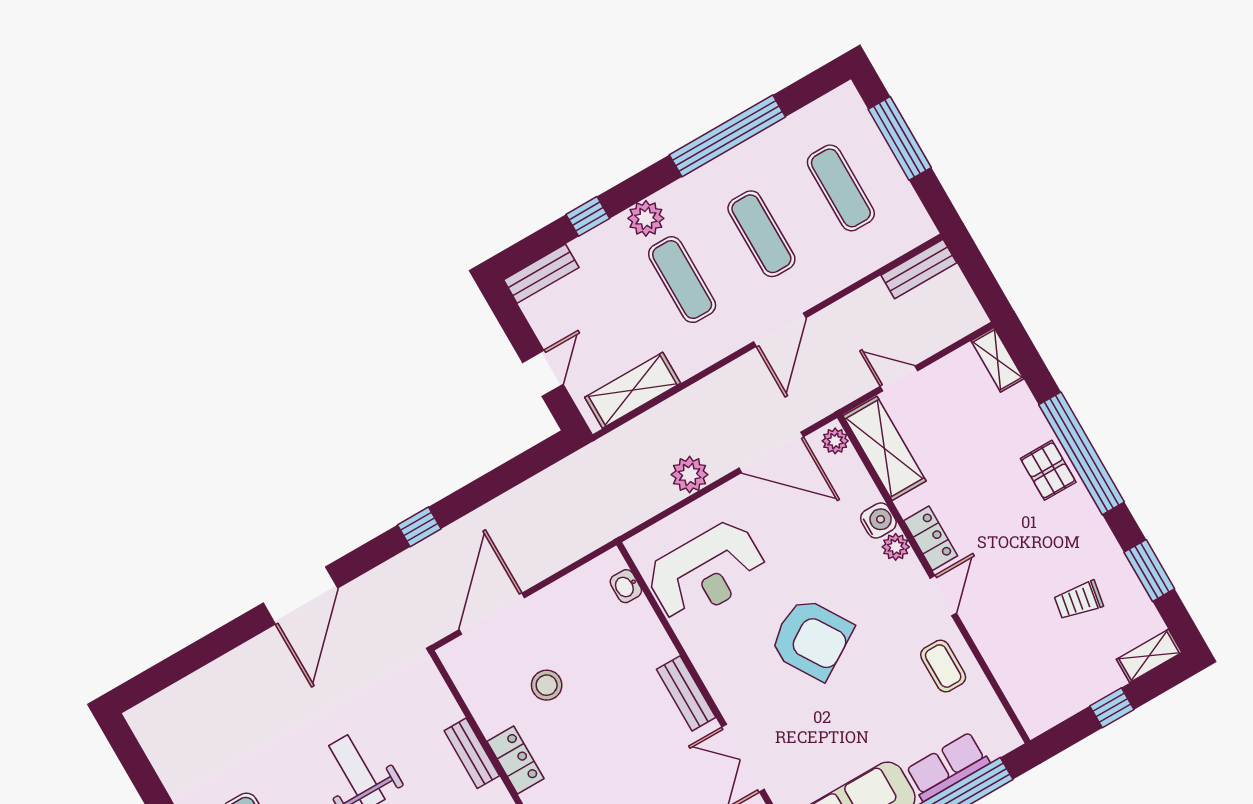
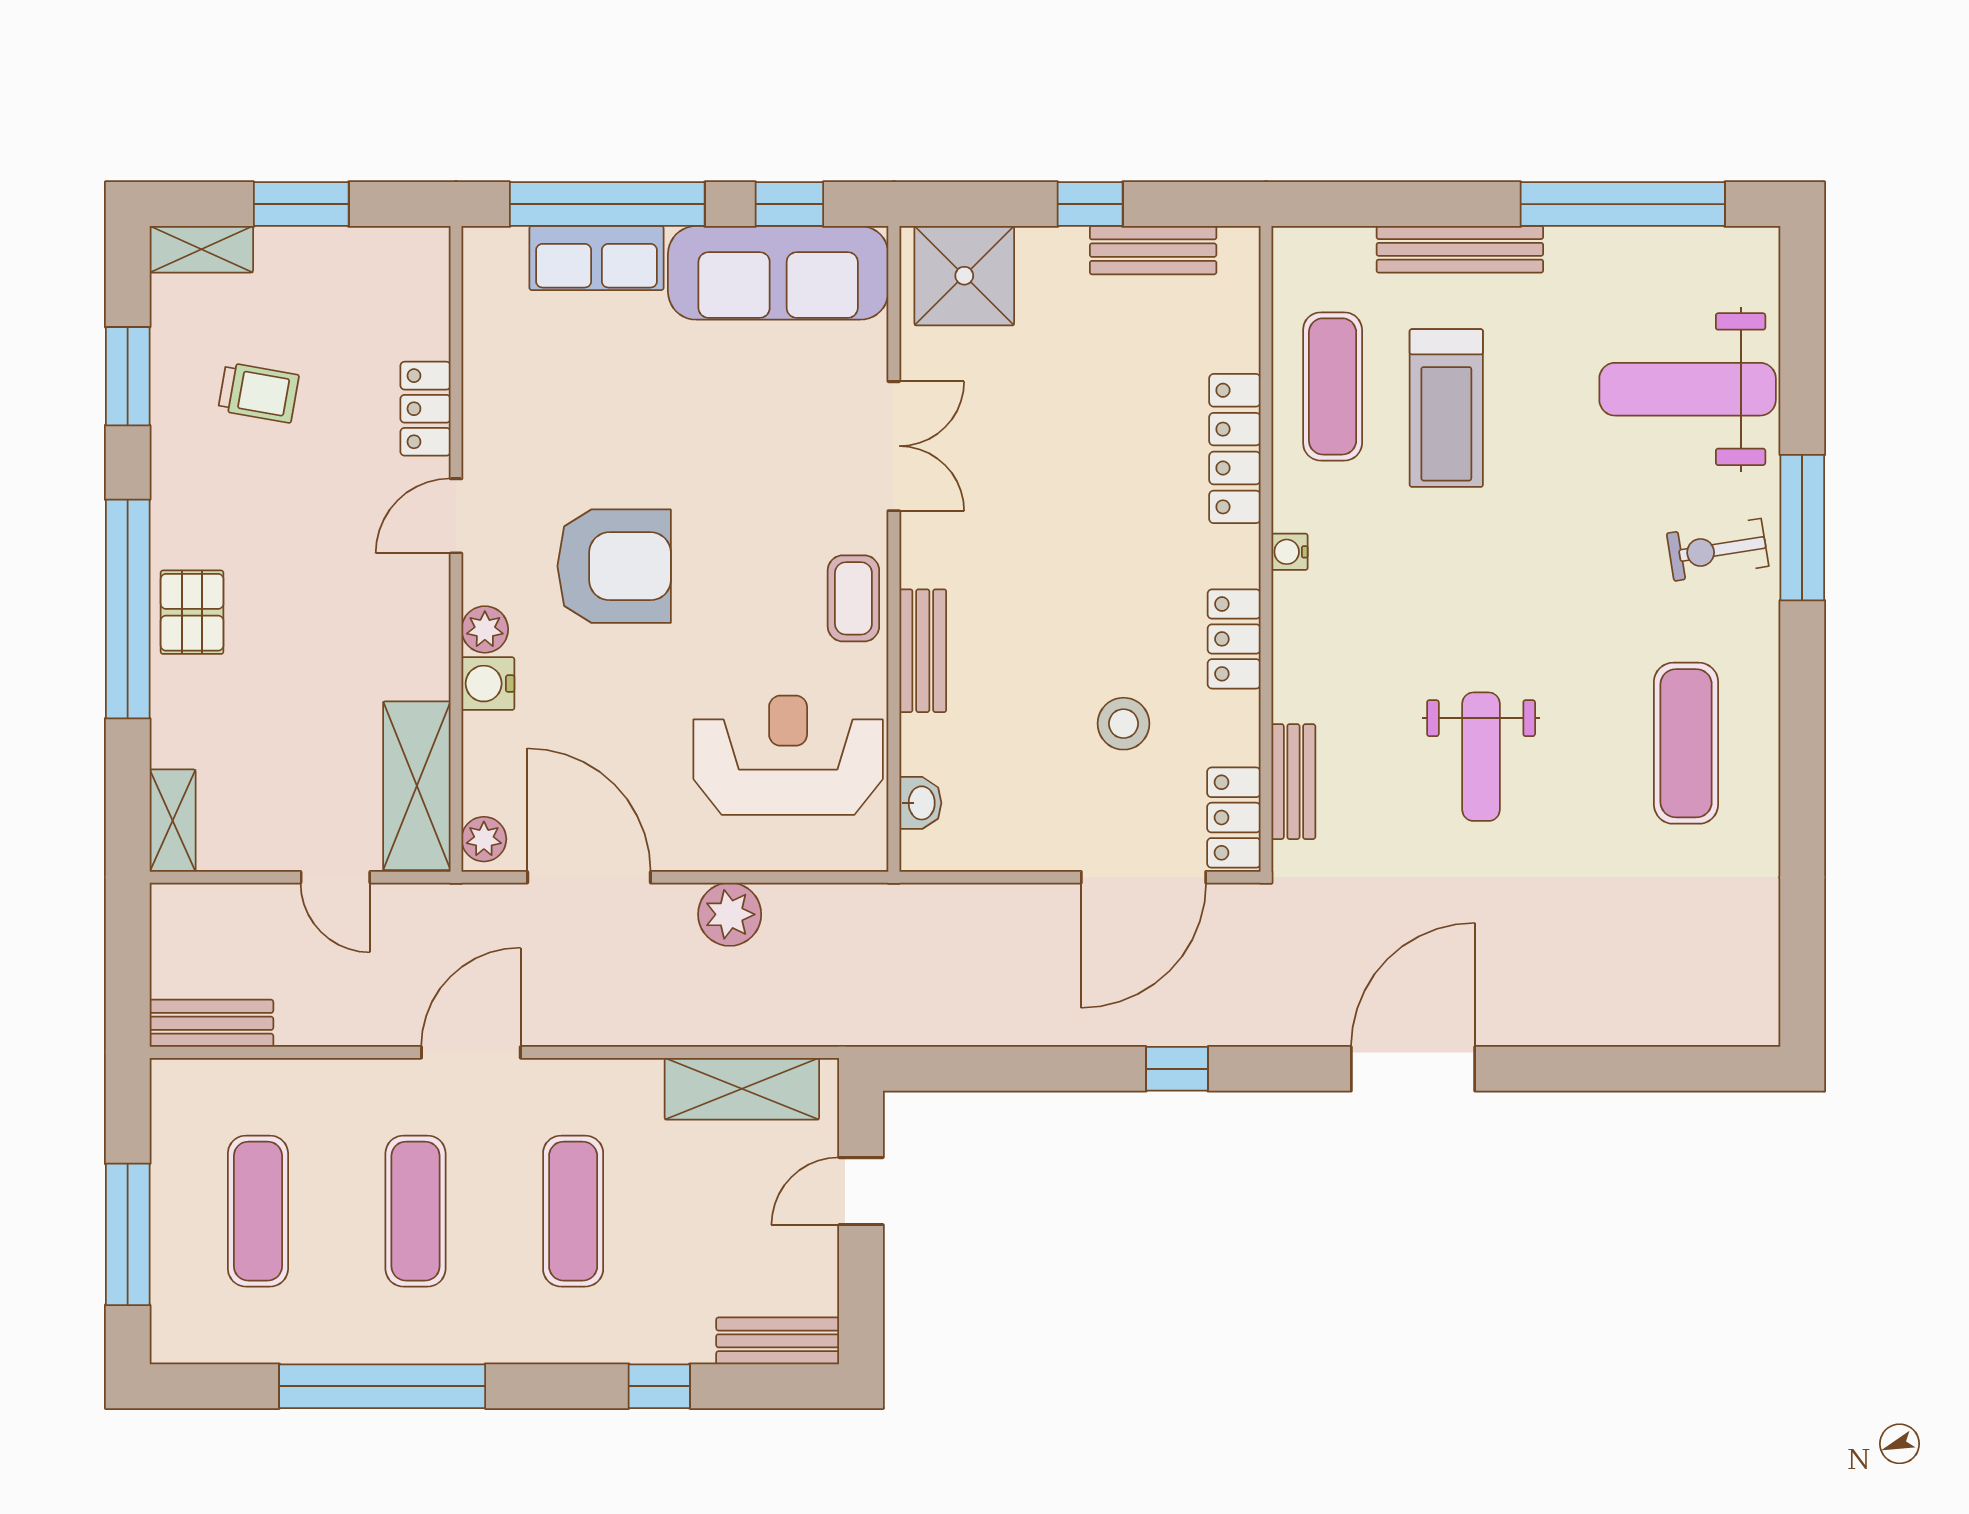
plant: (646, 218) -> (574, 1333), removed
locker: (931, 538) -> (425, 409), moved
armchair: (811, 639) -> (614, 566), moved, turned 122
coffee table: (943, 666) -> (853, 598), moved
locker: (464, 670) -> (1234, 818), added
bench: (686, 693) -> (923, 651), moved
window: (1112, 708) -> (301, 204), width x1.50
bench: (472, 753) -> (1293, 782), moved

